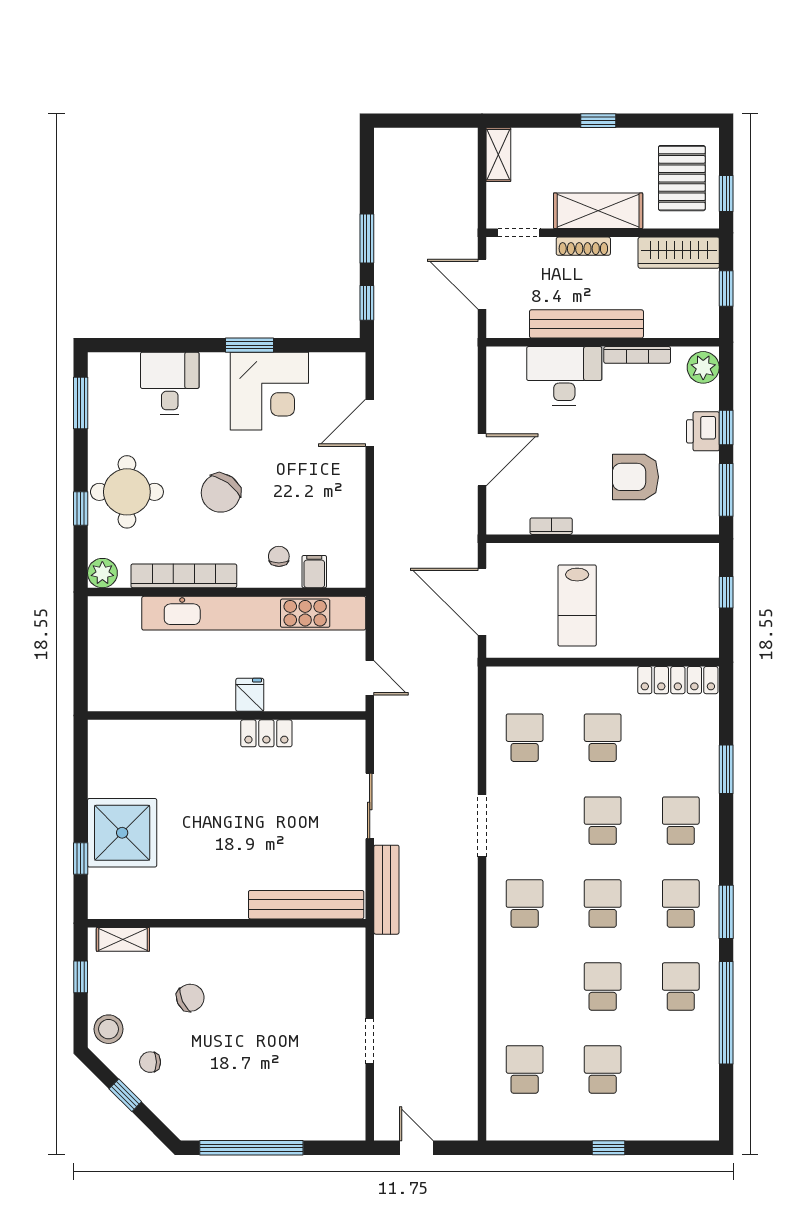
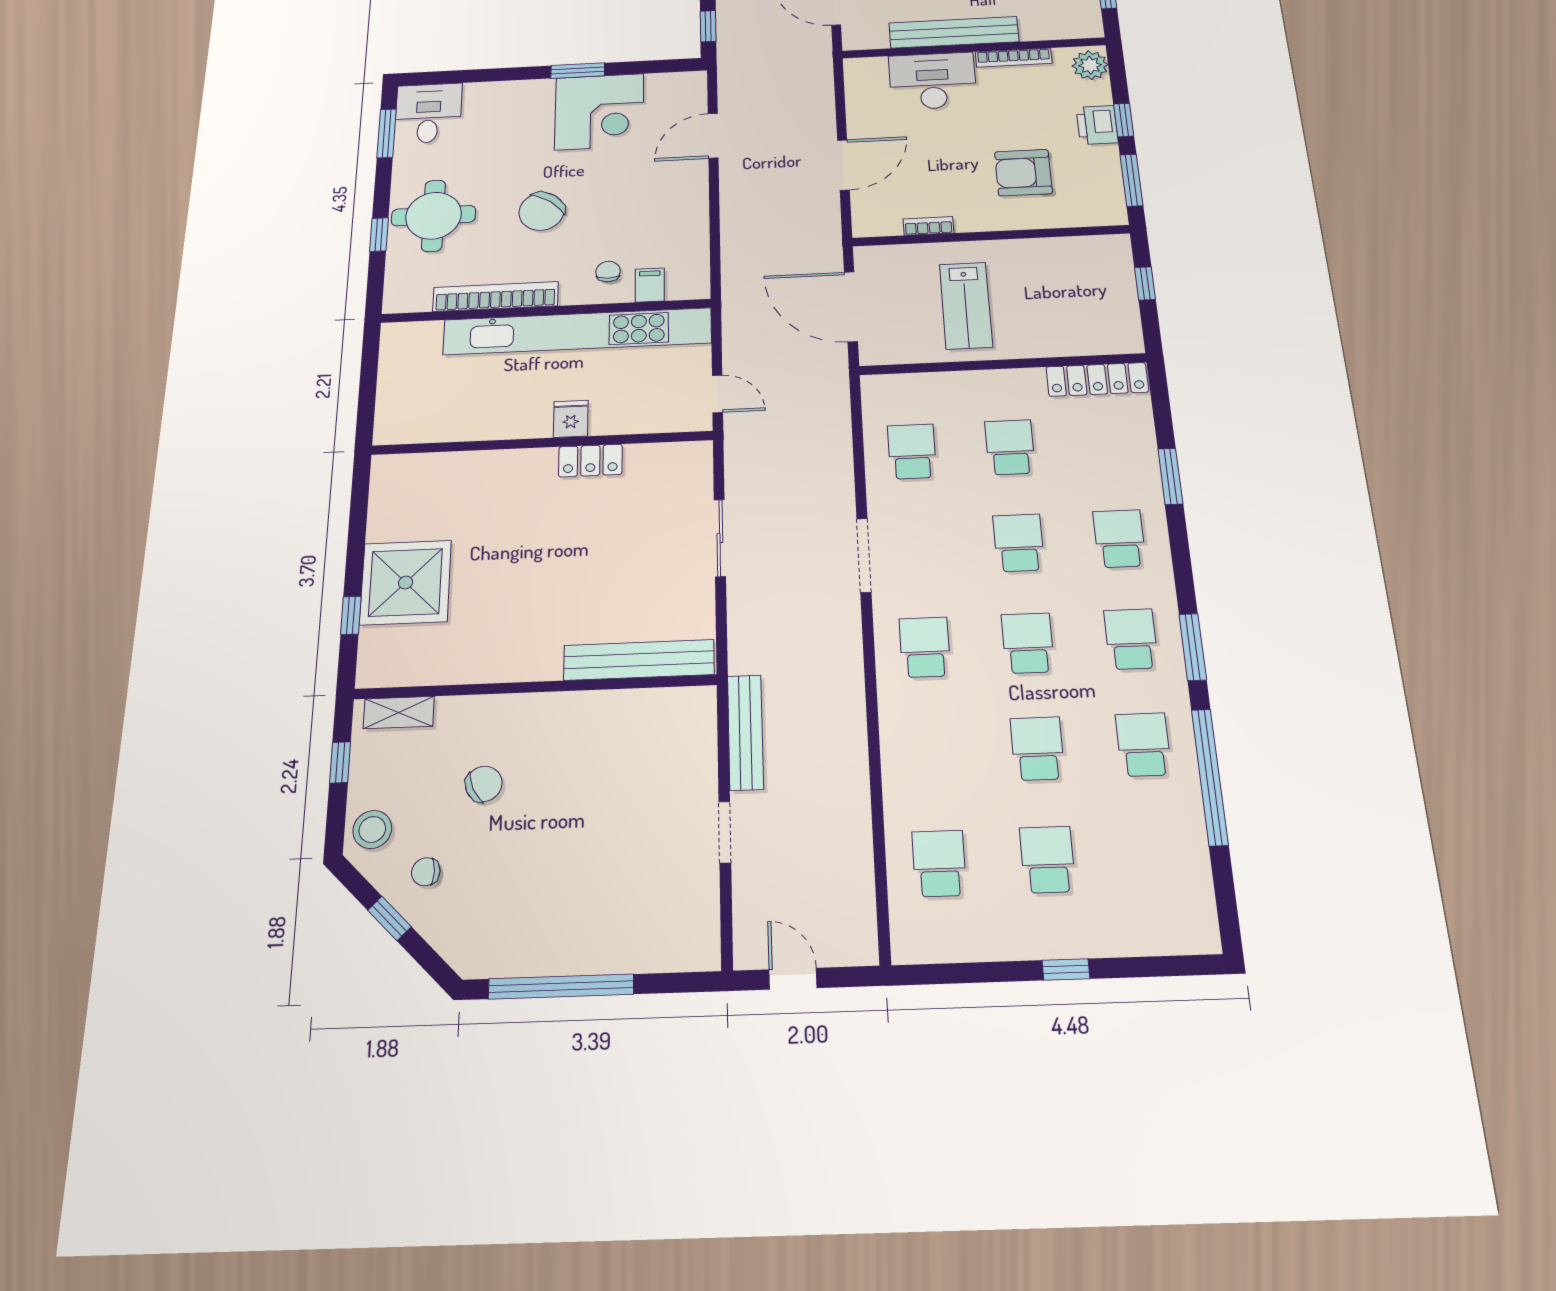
desk: (170, 384) -> (428, 113), moved
plant: (102, 573) -> (400, 298), removed
bench: (386, 890) -> (745, 732), moved

